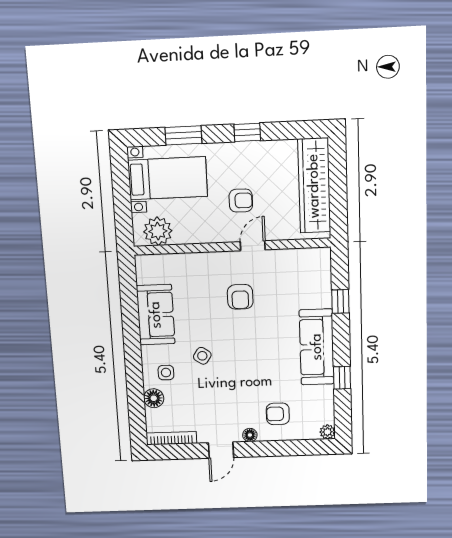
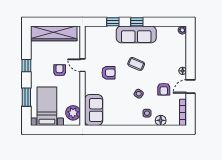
sofa: (156, 315) -> (94, 110), moved, turned 90
coffee table: (259, 349) -> (136, 64), added
window: (342, 378) -> (137, 22), moved
armchair: (278, 414) -> (164, 89), moved
door: (221, 450) -> (191, 86), swing flipped

